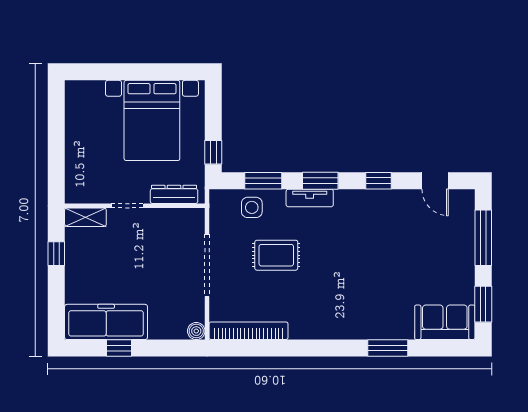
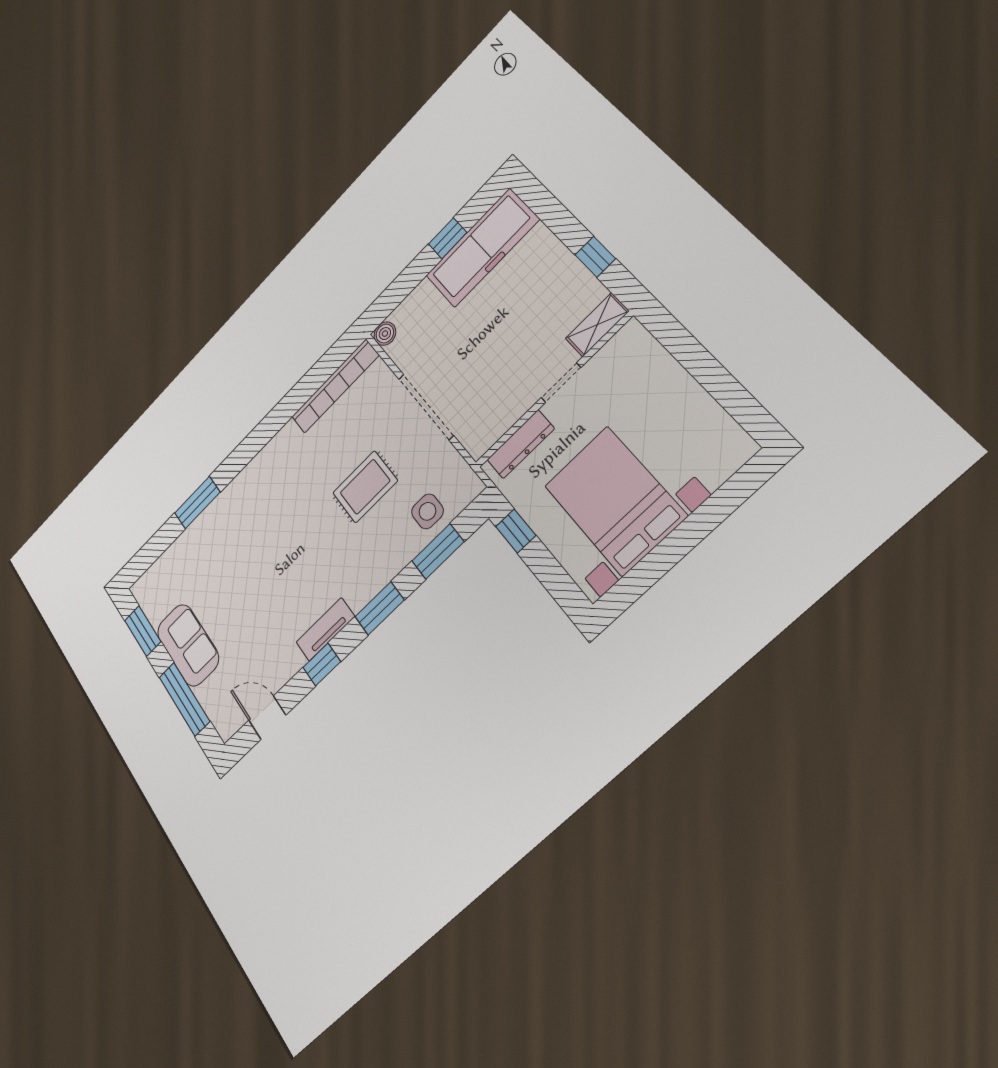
tv unit: (310, 198) -> (325, 629), moved
sofa: (445, 322) -> (188, 645), moved, turned -90

